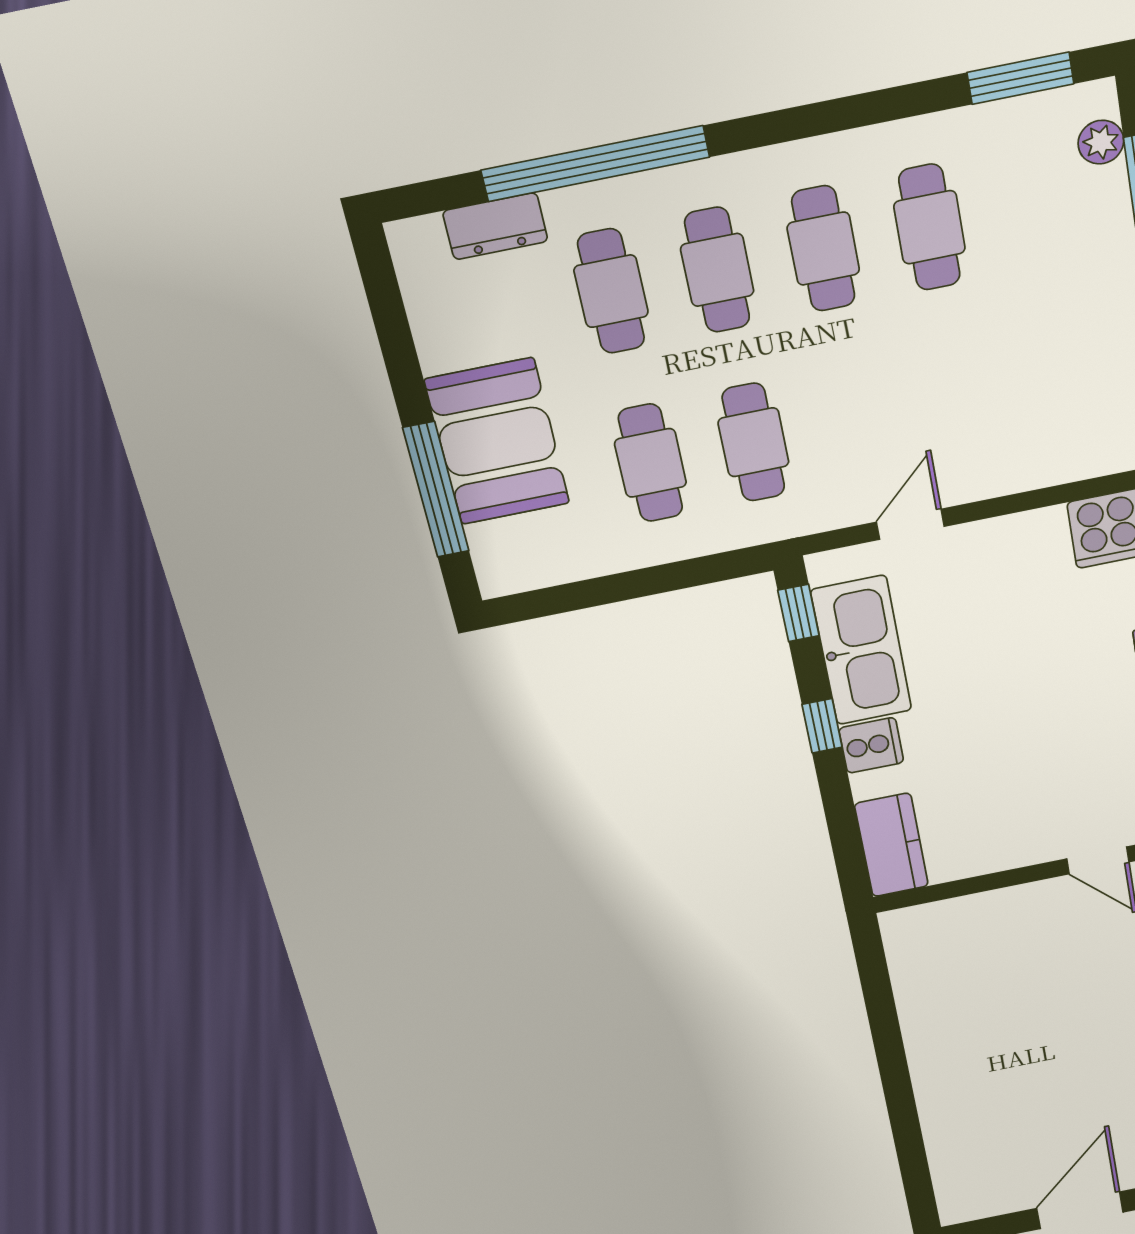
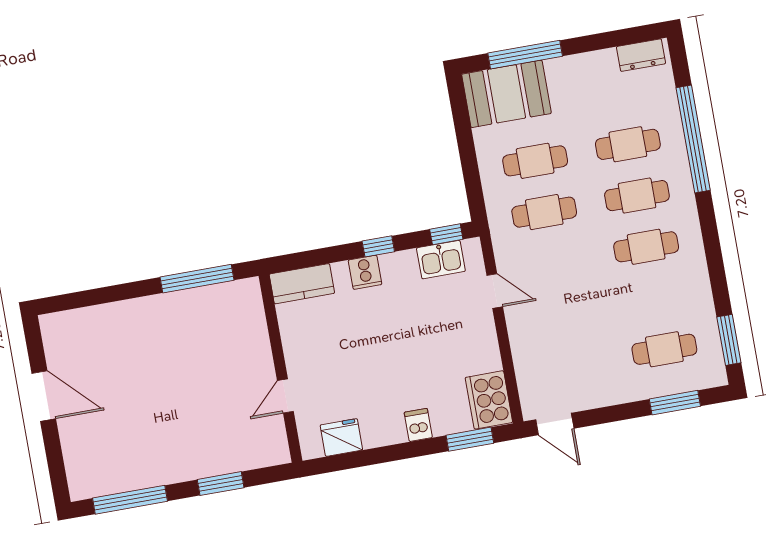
plant: (1101, 142) -> (696, 380), removed
dresser: (495, 226) -> (641, 55), moved, turned -90
cafe table: (930, 227) -> (664, 349), moved
booth: (497, 442) -> (506, 94), moved
kitchen sink: (861, 650) -> (441, 260), width x0.53, depth x0.81
window: (880, 1005) -> (197, 279), added

